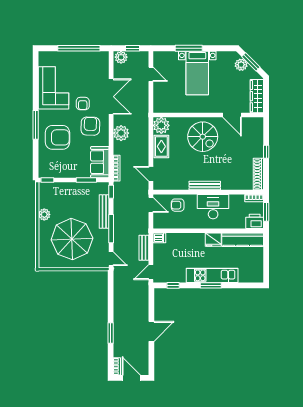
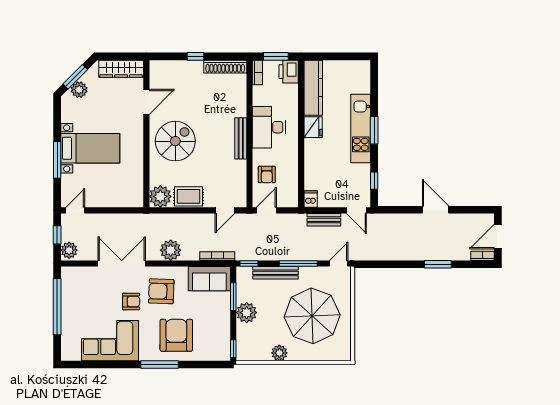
door: (151, 74) -> (75, 210), moved
plant: (74, 190) -> (247, 313), added

